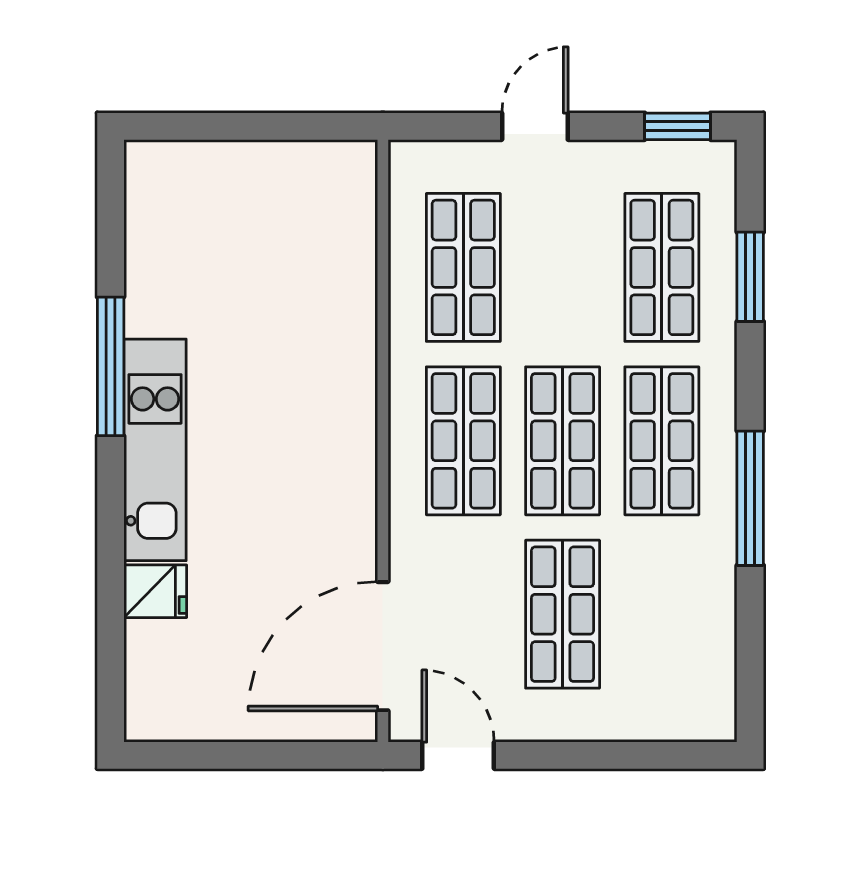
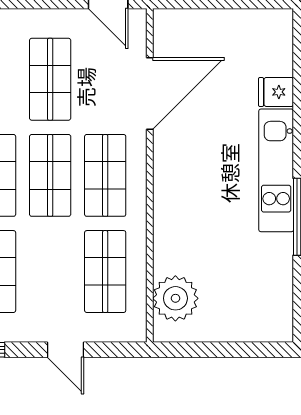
door: (535, 126) -> (65, 350), hinge flipped
plant: (337, 219) -> (175, 298), added
door: (383, 646) -> (150, 94), moved

